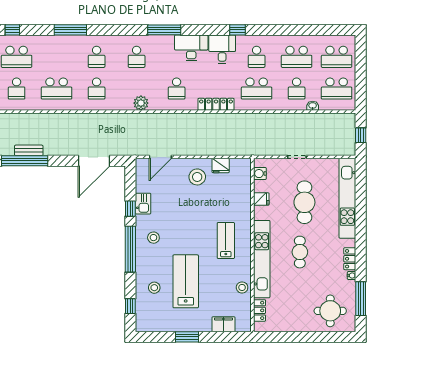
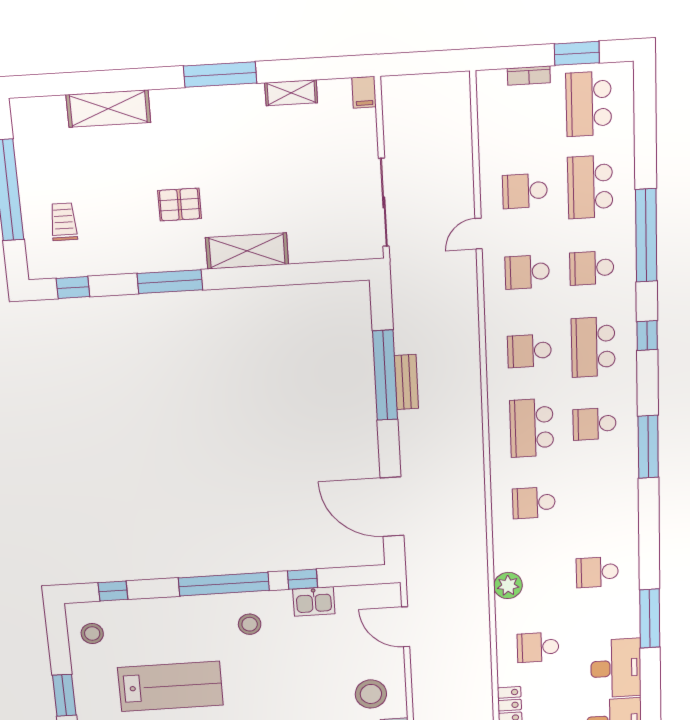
school desk: (97, 57) -> (595, 424), moved
stool: (154, 288) -> (92, 634), moved

